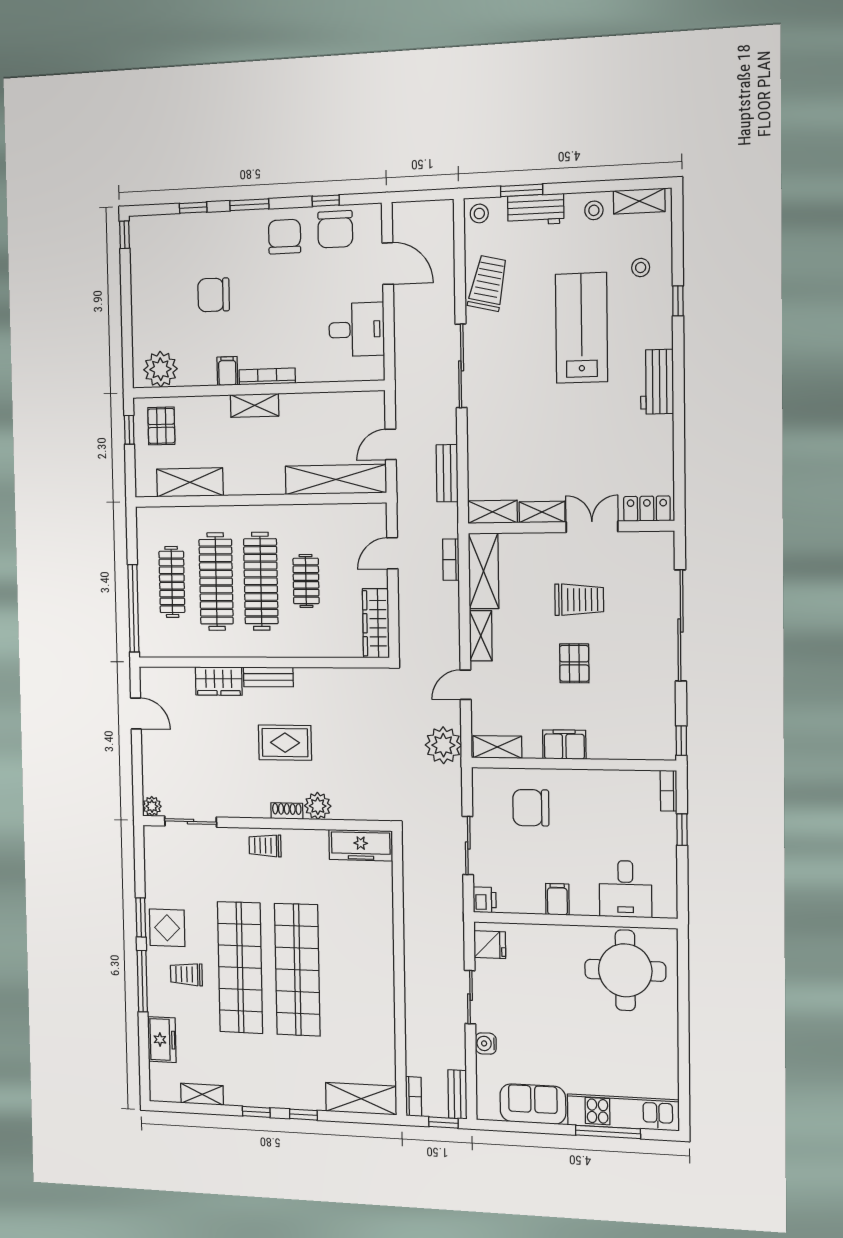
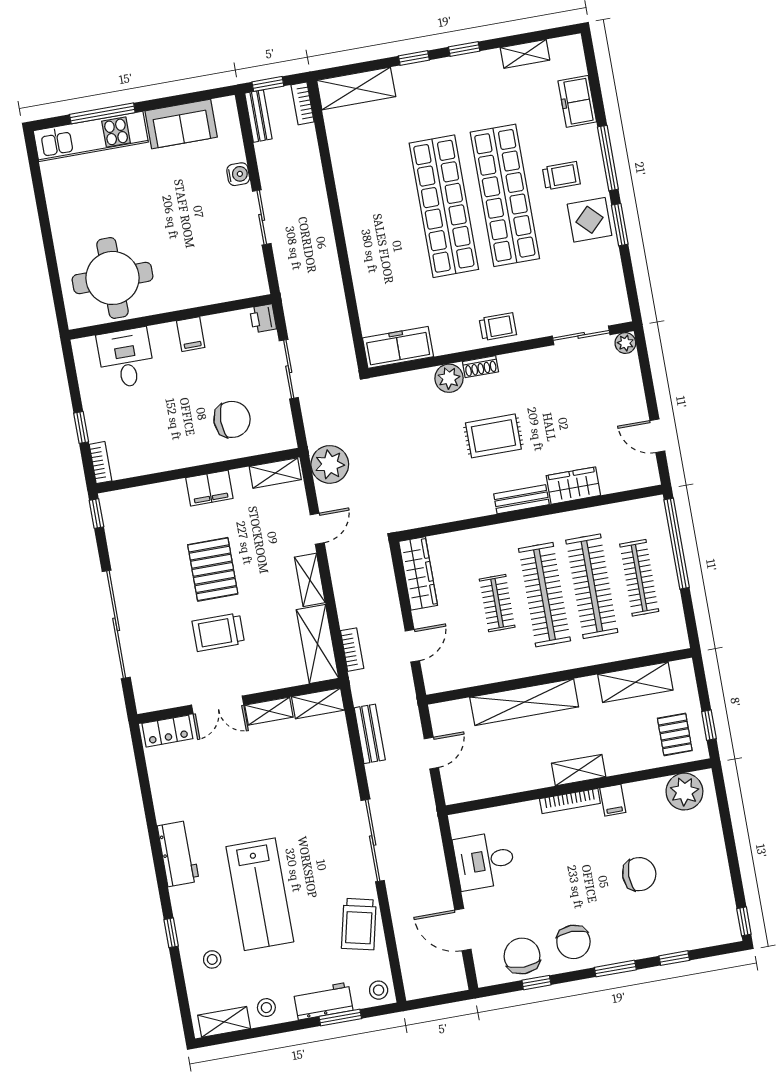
shelving: (336, 479) -> (524, 702), moved
pallet: (574, 663) -> (213, 569), width x1.50, depth x1.42
fridge: (490, 945) -> (251, 275), removed

